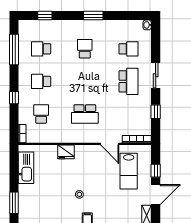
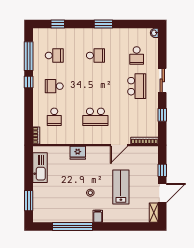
school desk: (41, 49) -> (54, 55), turned 180
school desk: (85, 49) -> (95, 55), turned 90
school desk: (128, 49) -> (137, 55), turned 90
window: (14, 98) -> (29, 82), moved
school desk: (41, 114) -> (54, 117), turned 180
door: (110, 144) -> (119, 145), hinge flipped
lab bench: (129, 171) -> (121, 187), moved, turned 180

